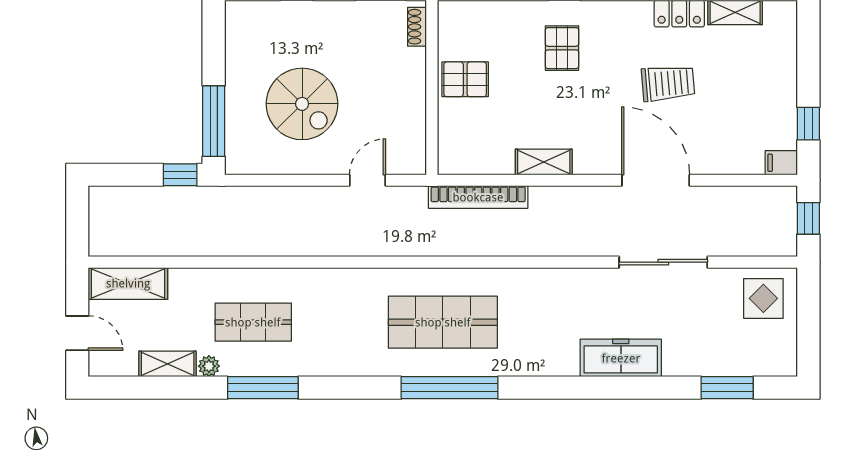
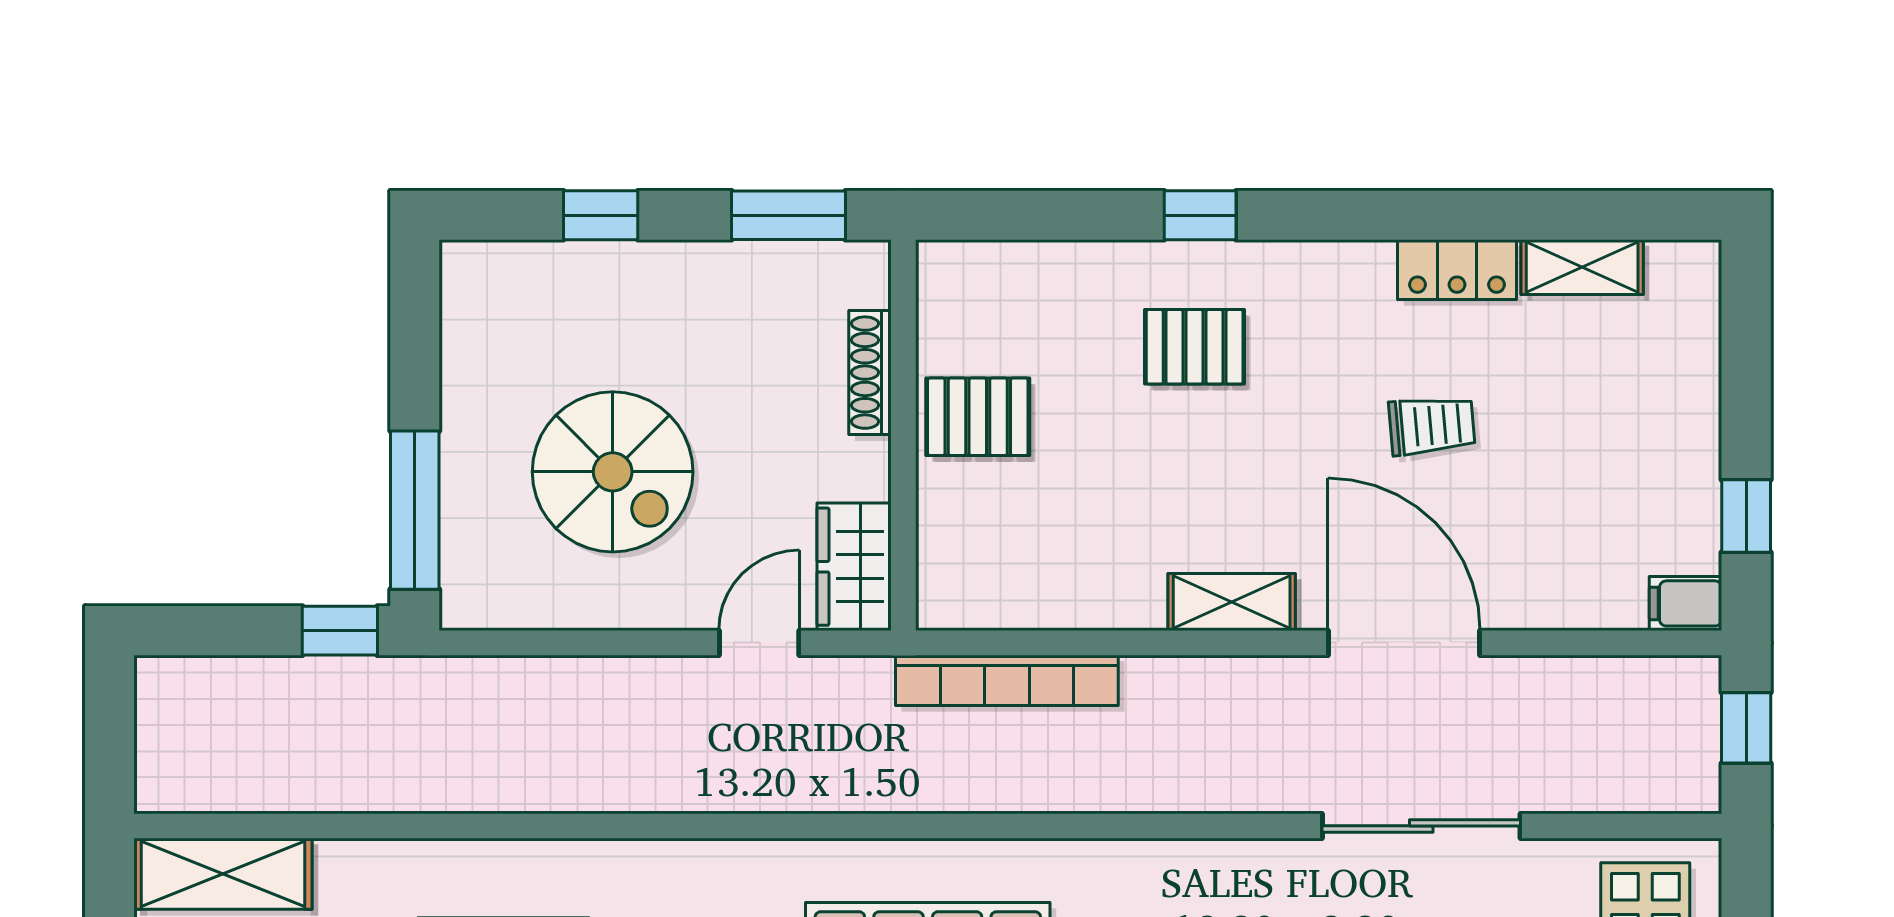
shoe rack: (417, 27) -> (870, 373), moved, width x1.43
pallet: (562, 48) -> (1195, 347), turned 90
trolley: (668, 83) -> (1432, 426), width x0.73, depth x0.72
wardrobe: (410, 146) -> (854, 567), added
shelving: (544, 162) -> (1232, 602), moved

